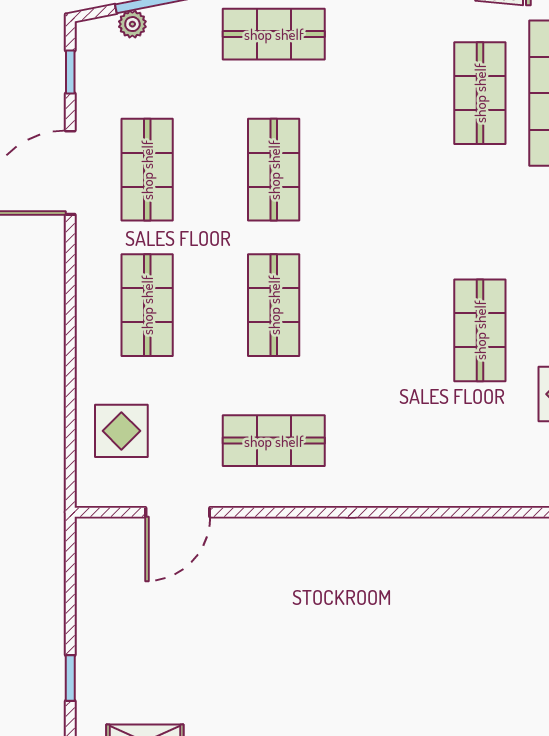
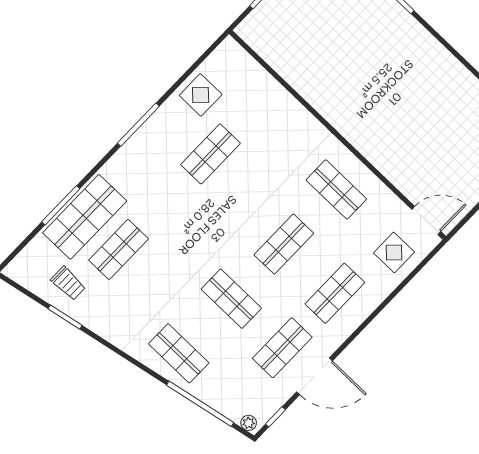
plant: (132, 24) -> (249, 423), moved
shop shelf: (274, 170) -> (231, 299), turned 90
door: (178, 512) -> (426, 220), moved

